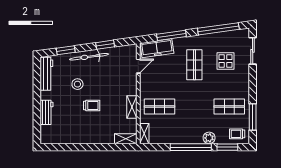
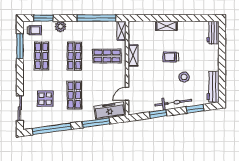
shop shelf: (194, 107) -> (74, 56), added
shop shelf: (229, 107) -> (42, 56), turned 90
workbench: (47, 112) -> (213, 33), moved
shelving: (126, 139) -> (166, 26), moved
window: (191, 147) -> (96, 18), moved

